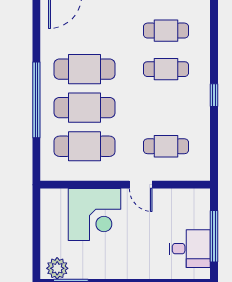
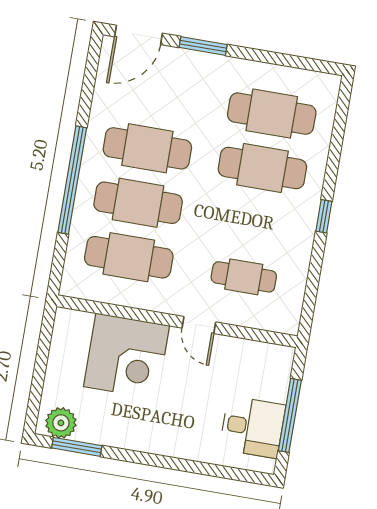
cafe table: (166, 31) -> (272, 114), width x1.37, depth x1.35
cafe table: (166, 69) -> (262, 168), width x1.37, depth x1.35

